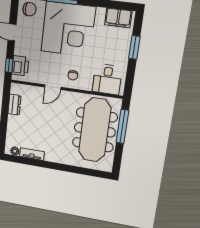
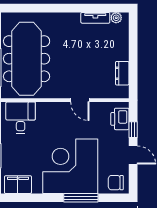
window: (9, 65) -> (133, 130), moved
chair: (73, 75) -> (59, 117), removed
door: (53, 87) -> (80, 100), swing flipped

